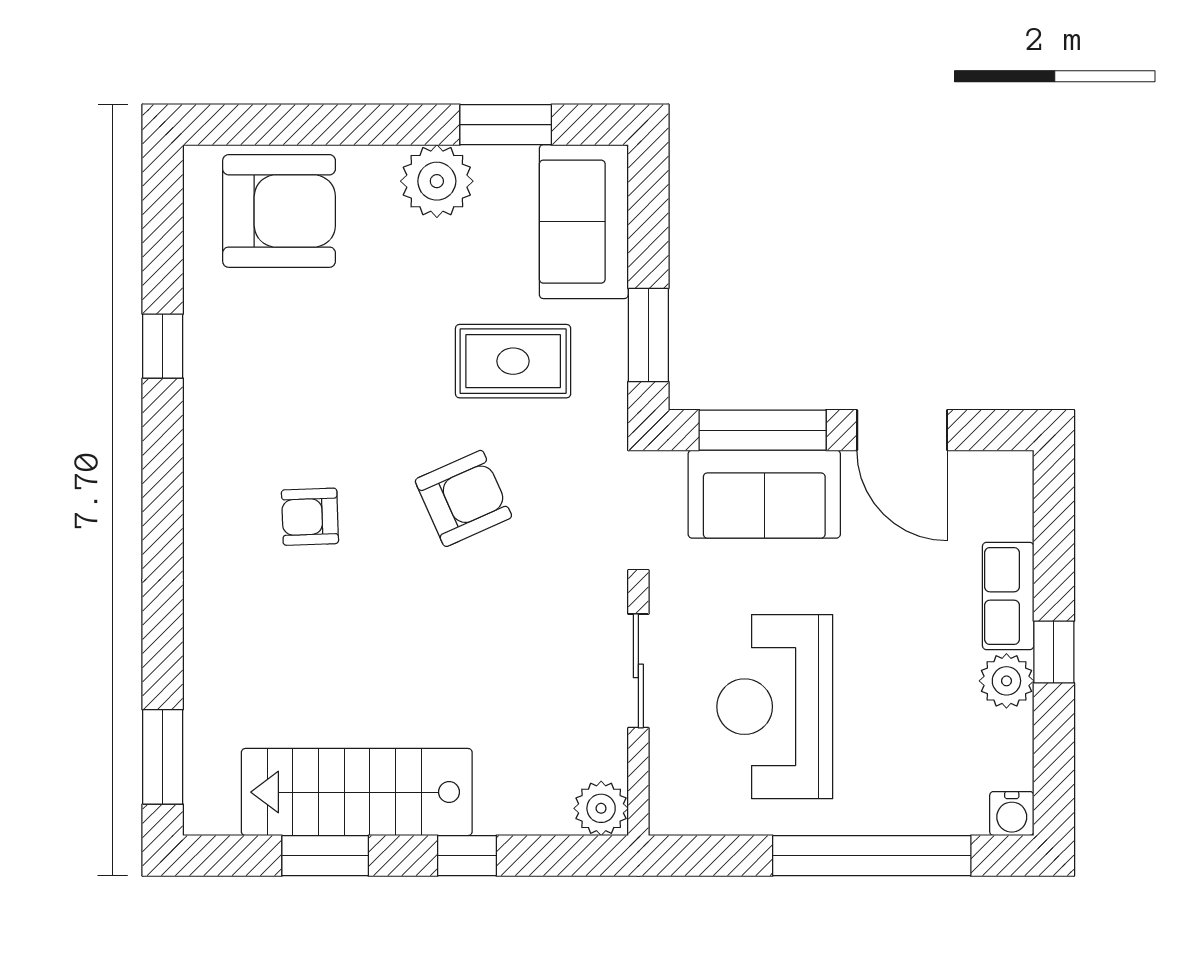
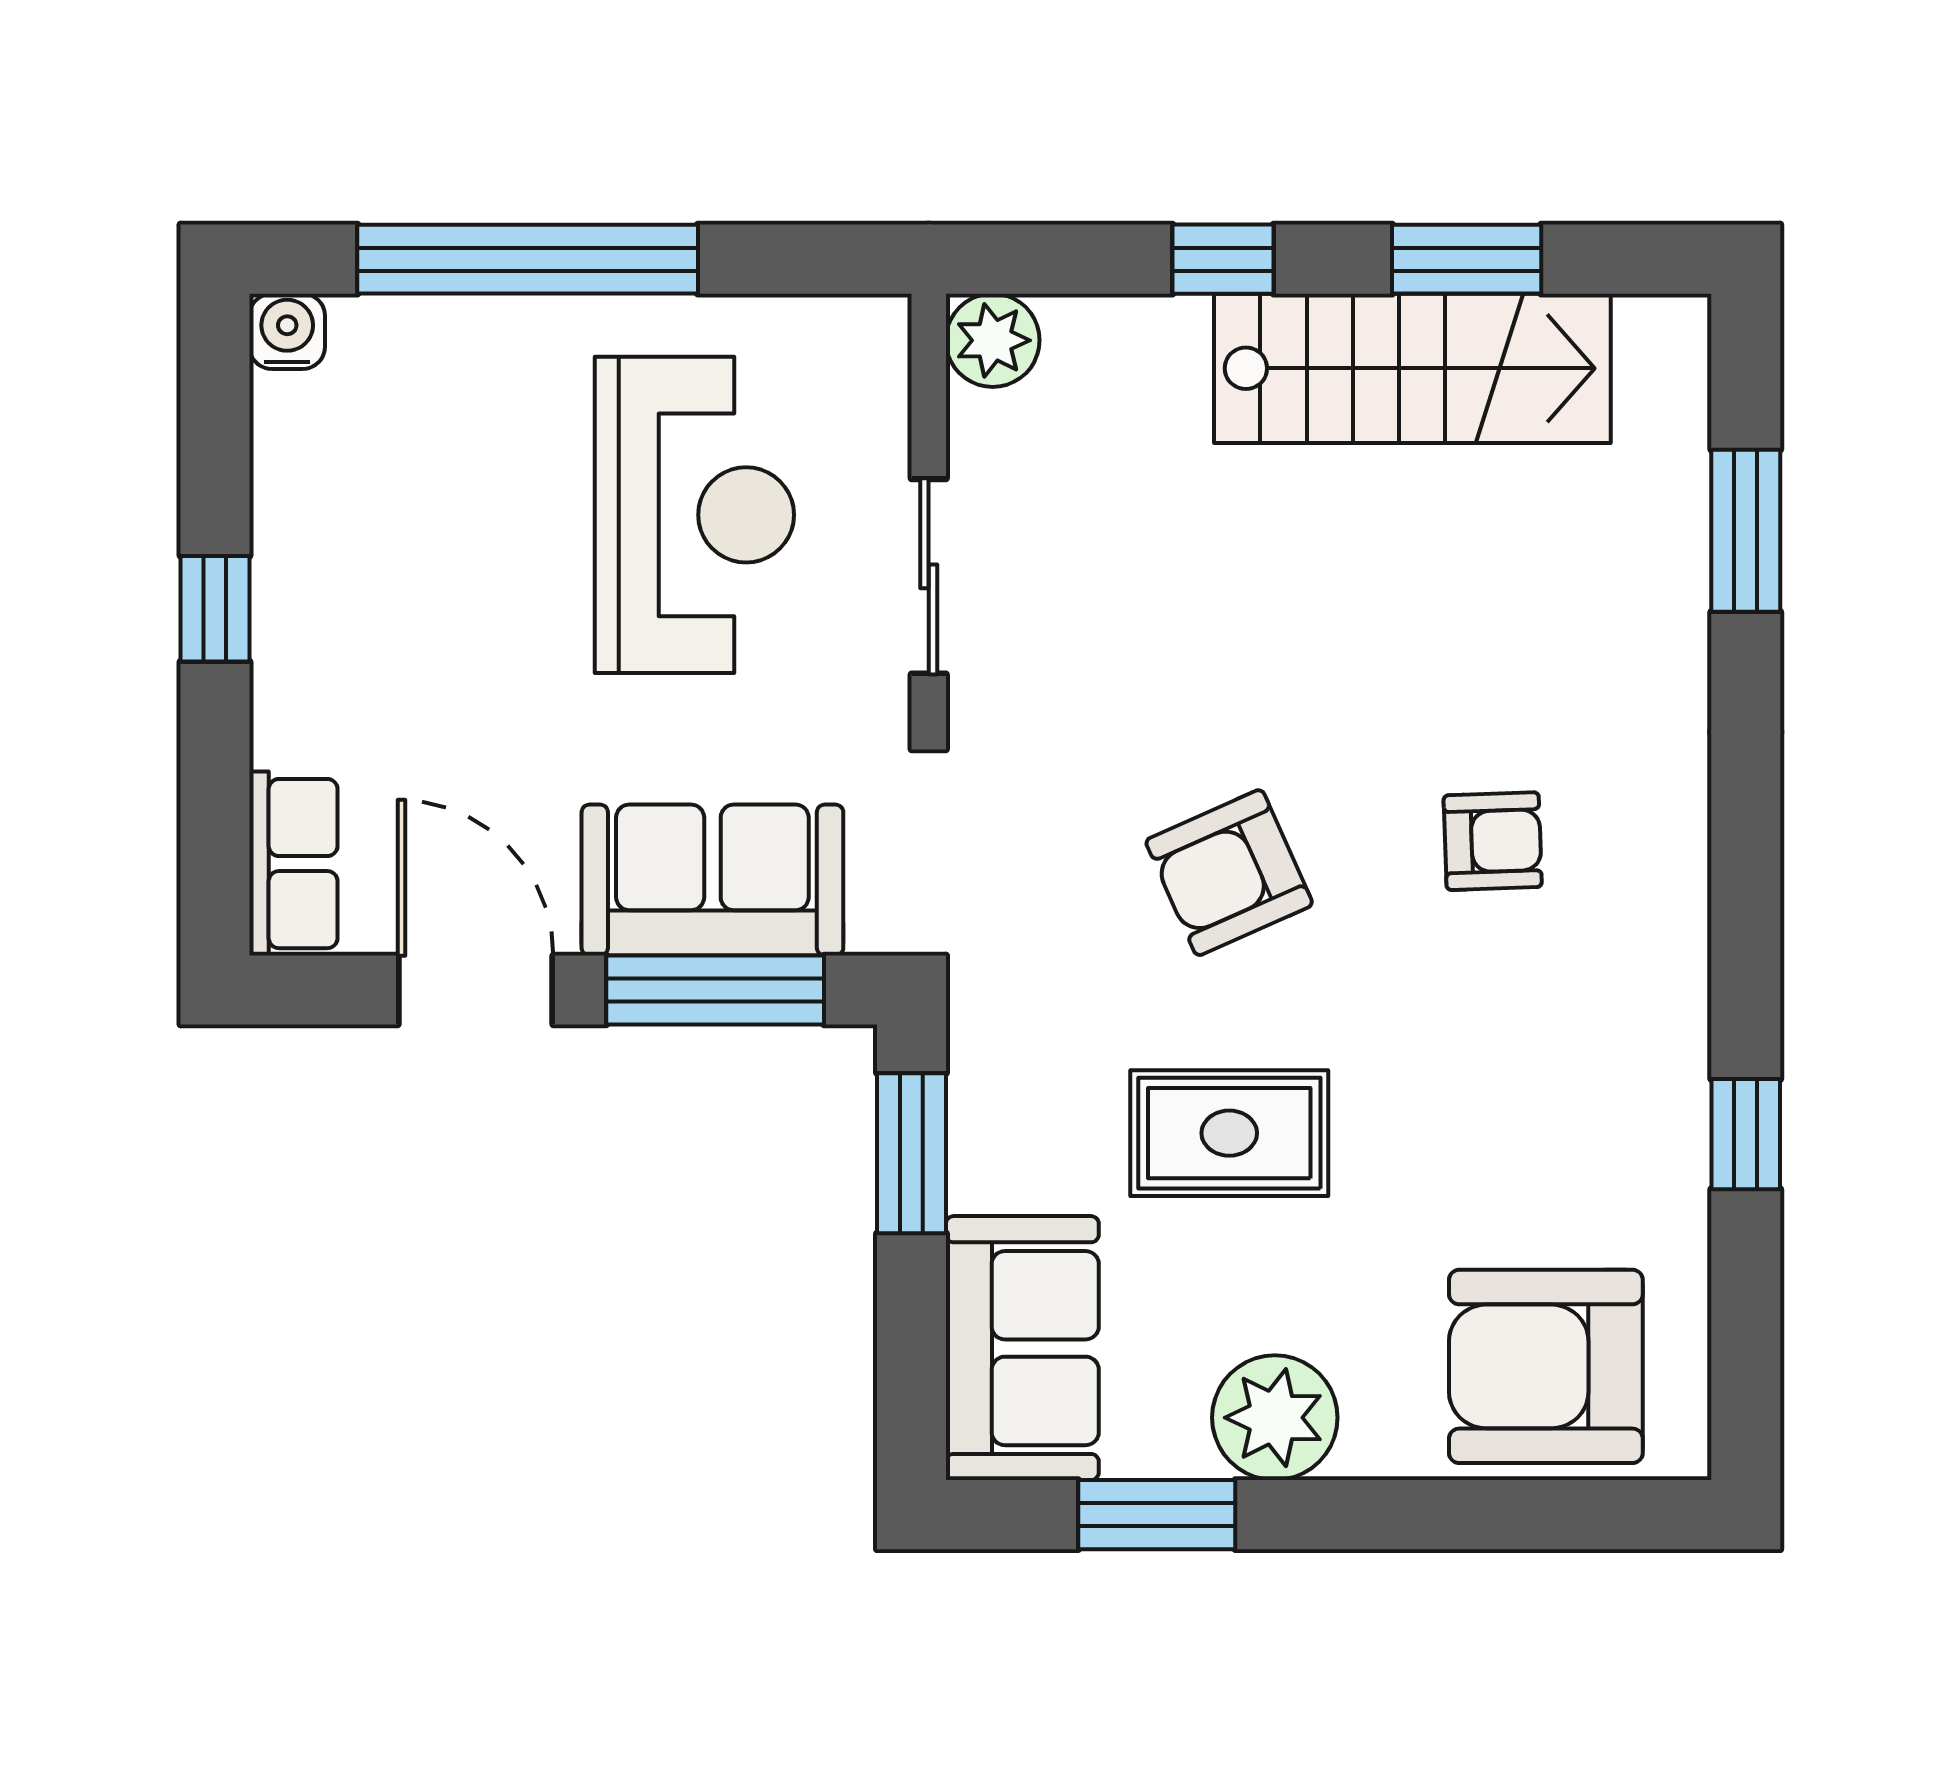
rug: (513, 361) -> (1229, 1133), moved
row of seats: (1008, 596) -> (293, 864), moved
plant: (1006, 681) -> (296, 559), removed
window: (163, 757) -> (1746, 531), moved

